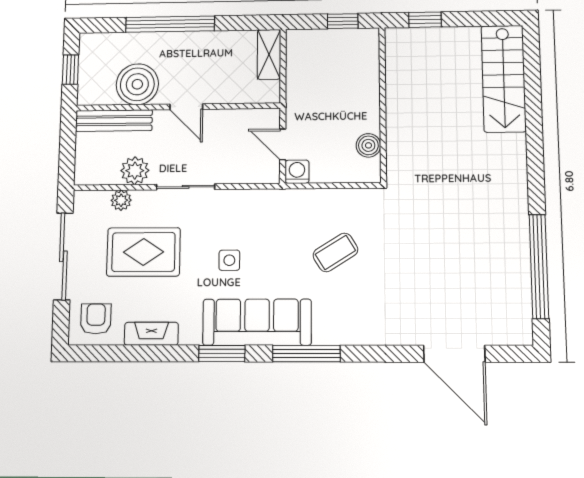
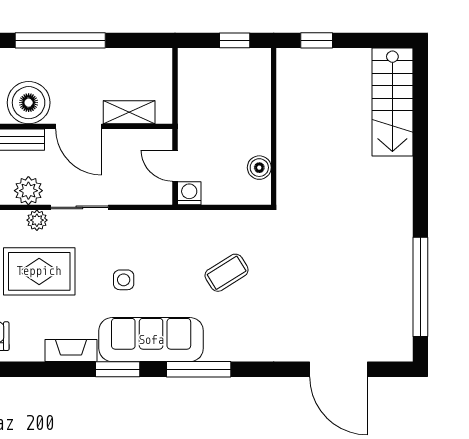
shelving: (269, 54) -> (129, 112), moved, turned 90
door: (186, 107) -> (79, 126), width x1.38
plant: (121, 200) -> (37, 220), moved
fireplace: (151, 334) -> (71, 351), moved

